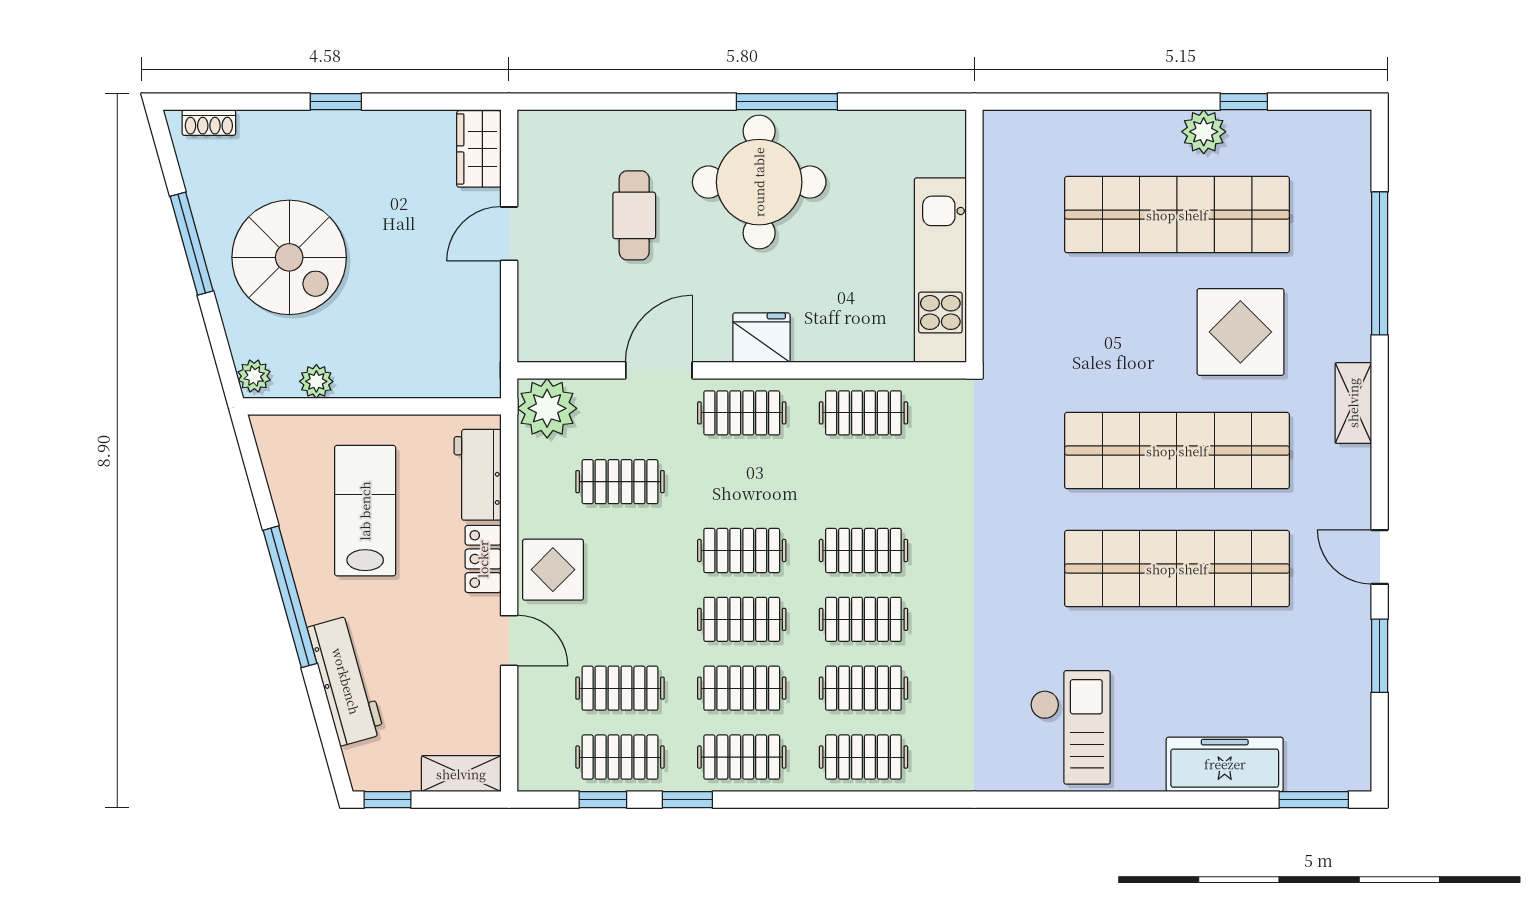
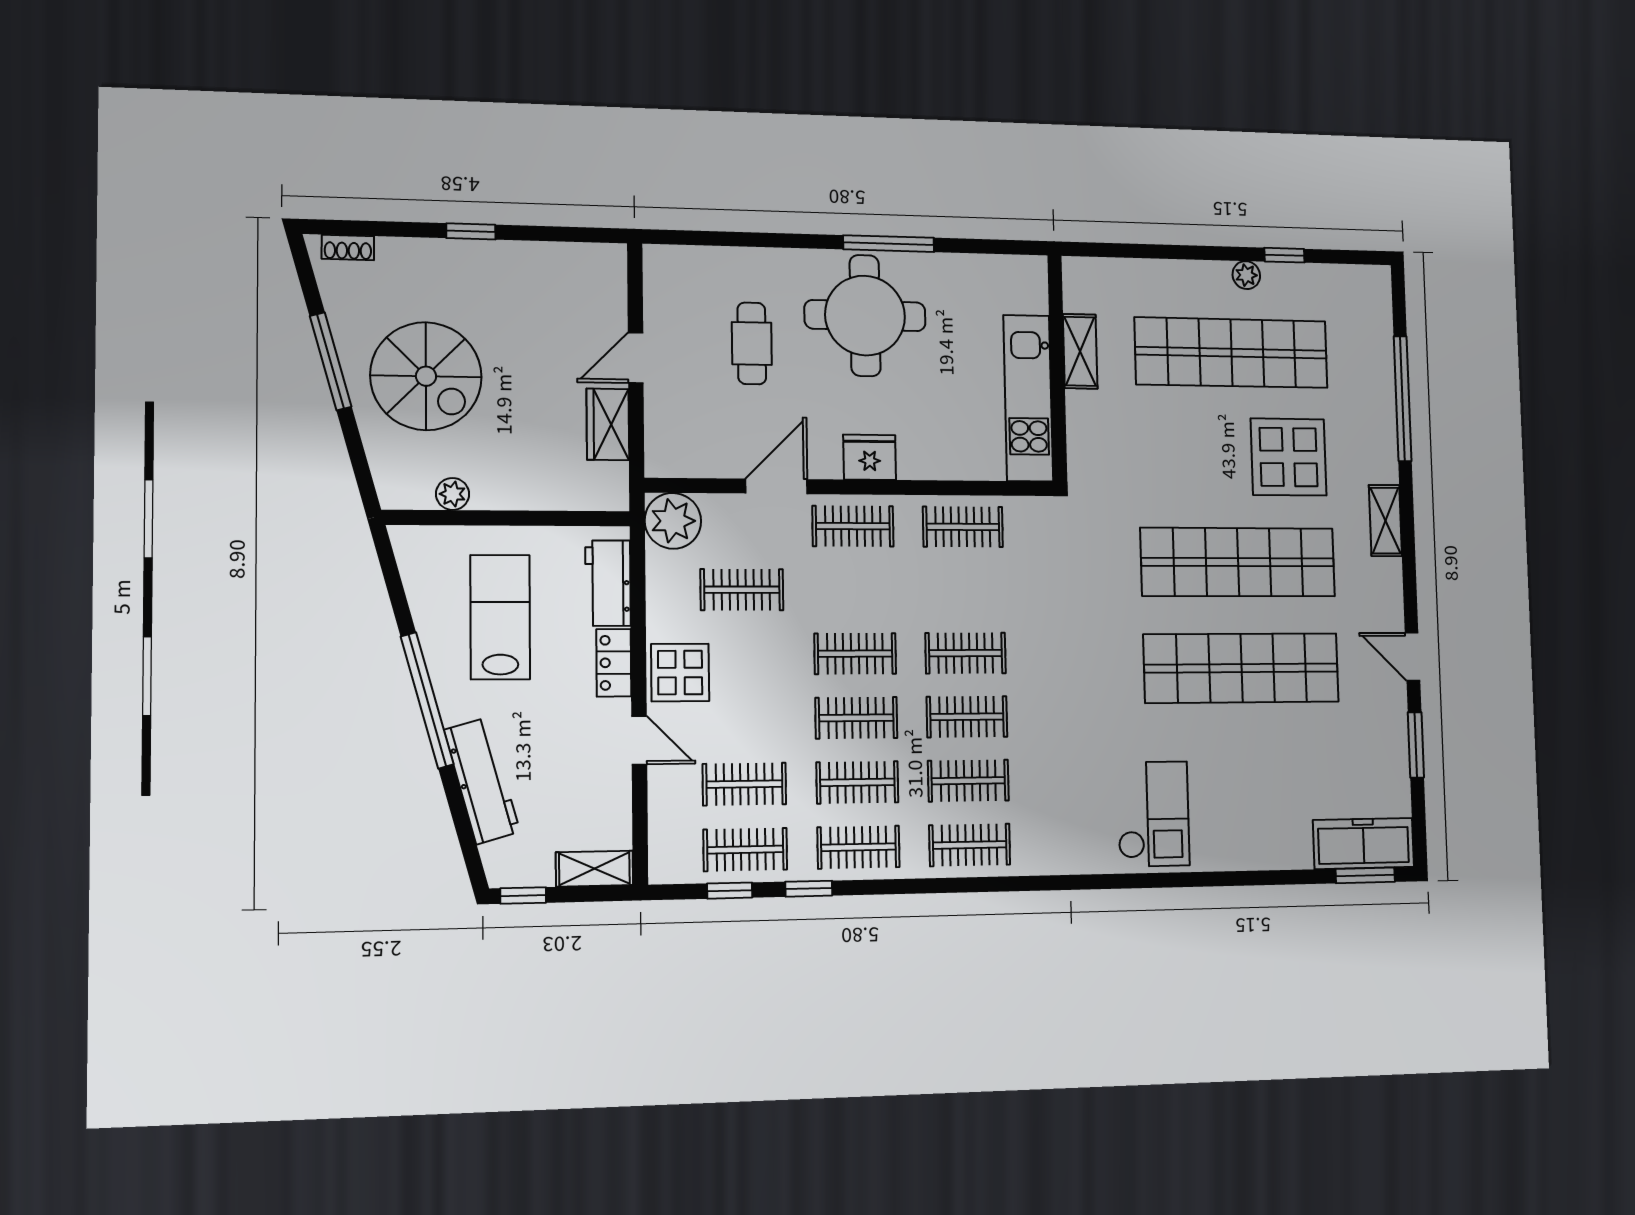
plant: (1204, 132) -> (1246, 275), width x0.73, depth x0.73
wardrobe: (479, 149) -> (608, 424), moved
shelving: (1001, 217) -> (1080, 351), added
plant: (254, 376) -> (392, 488), removed
freezer: (1225, 764) -> (1364, 843), moved

